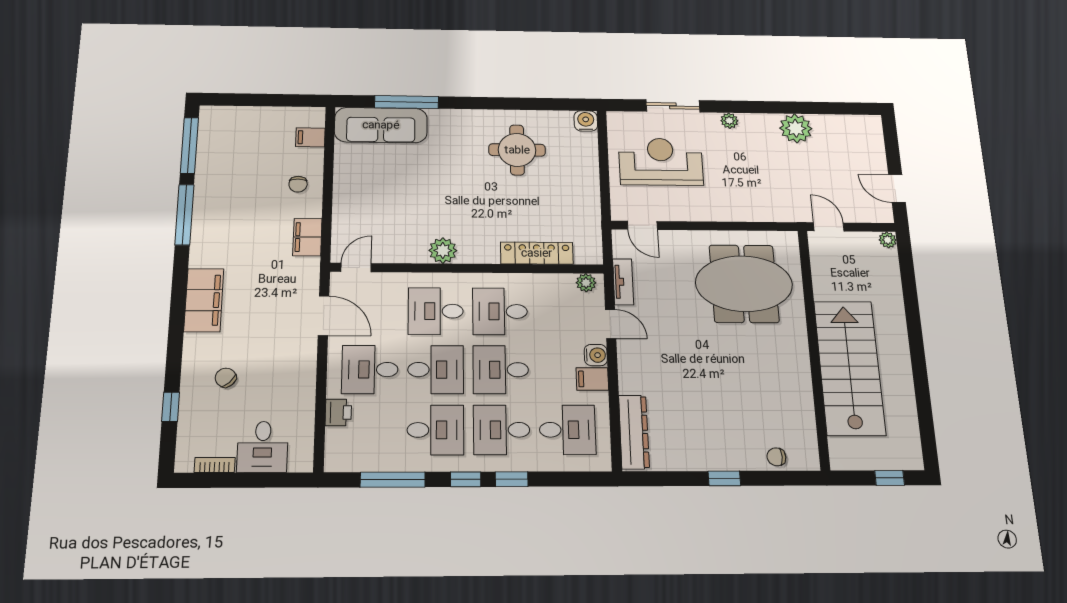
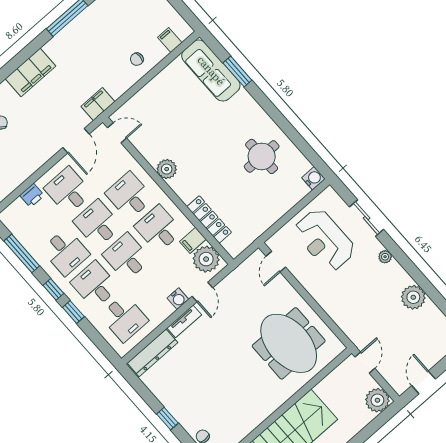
window: (406, 102) -> (237, 72), width x0.69
reception desk: (661, 162) -> (324, 240), turned 180
filing cabinet: (307, 237) -> (98, 104), moved
plant: (888, 240) -> (377, 400), width x1.88, depth x1.88
tv unit: (623, 282) -> (184, 321), moved
plant: (586, 283) -> (206, 259), width x1.88, depth x1.88
desk: (436, 370) -> (97, 224), turned 180
filing cabinet: (592, 379) -> (193, 240), moved, turned -90

